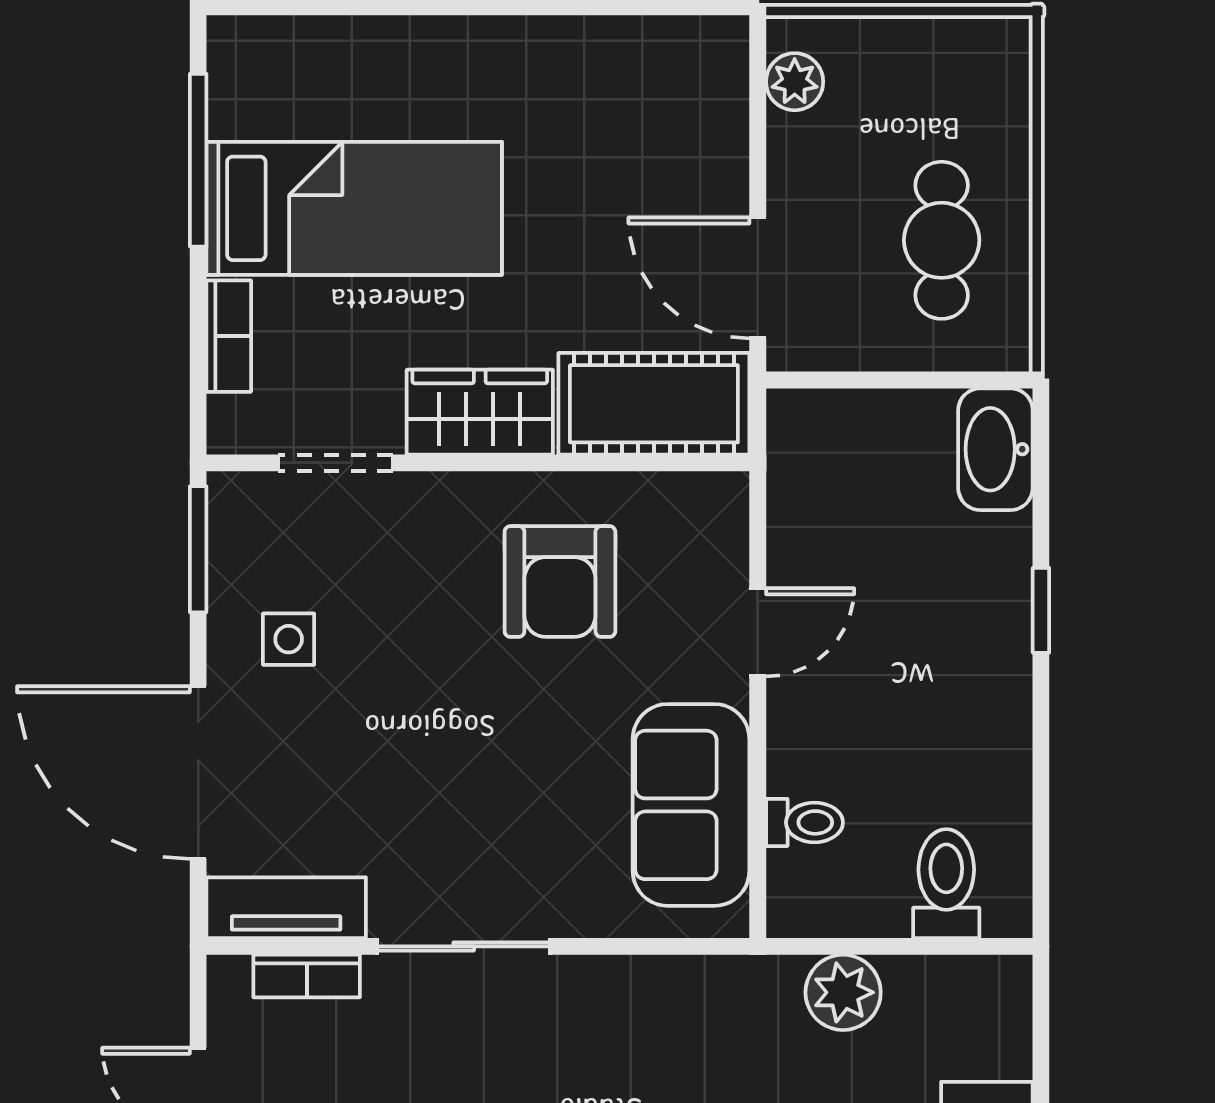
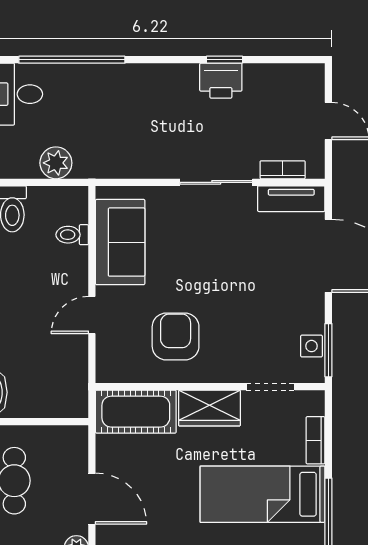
door: (758, 278) -> (92, 499), moved
side table: (289, 639) -> (311, 346), moved

